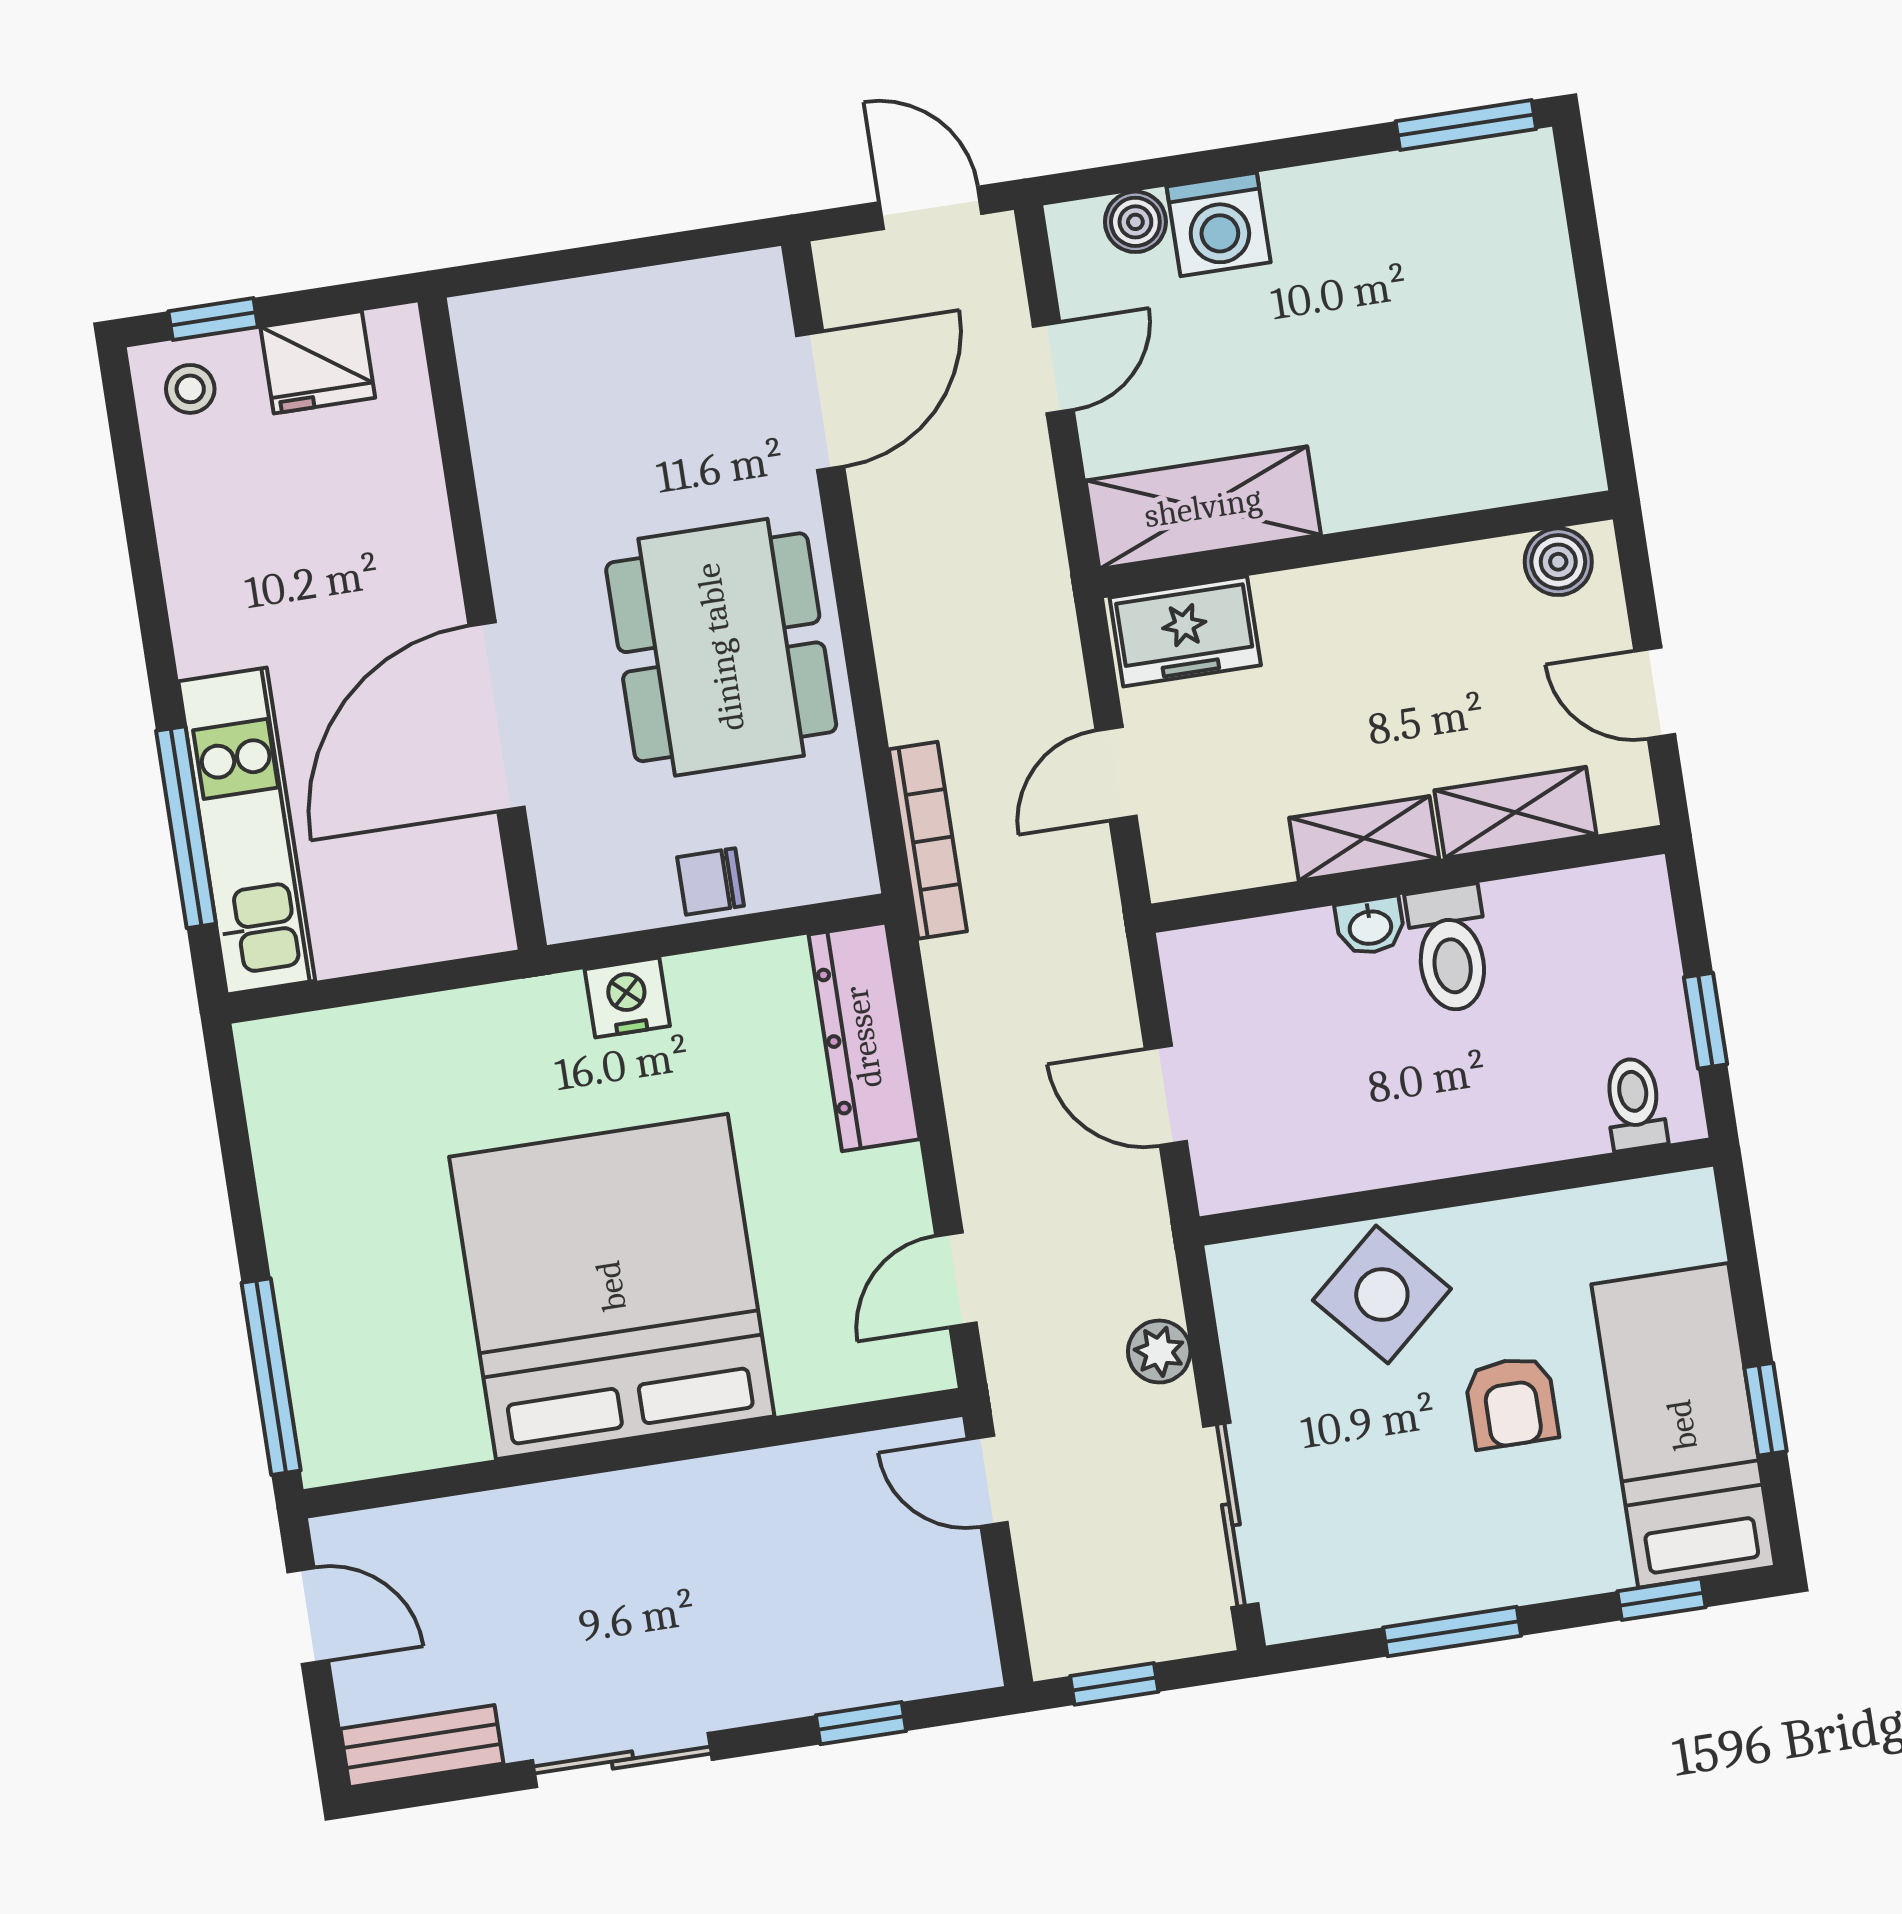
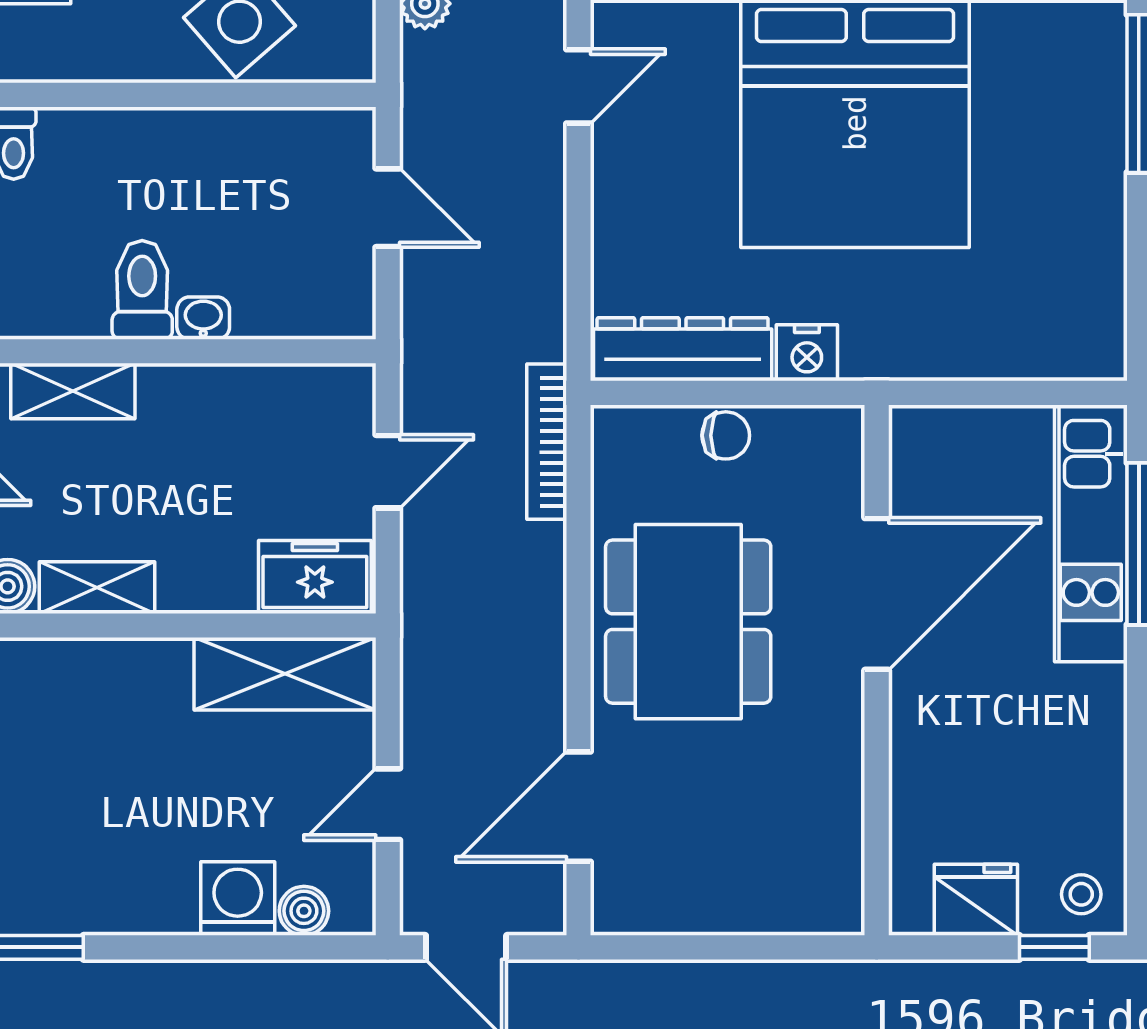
shelving: (1364, 838) -> (97, 588), moved
dresser: (864, 1037) -> (683, 349), moved, turned -90

